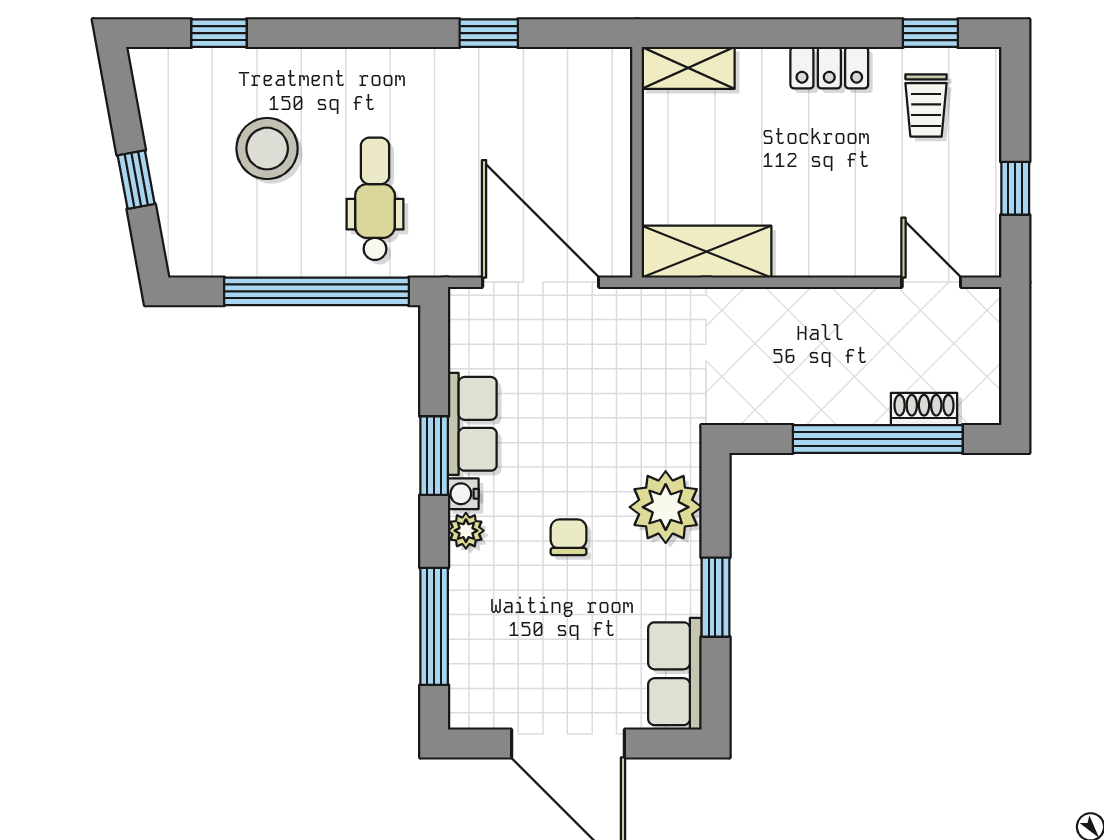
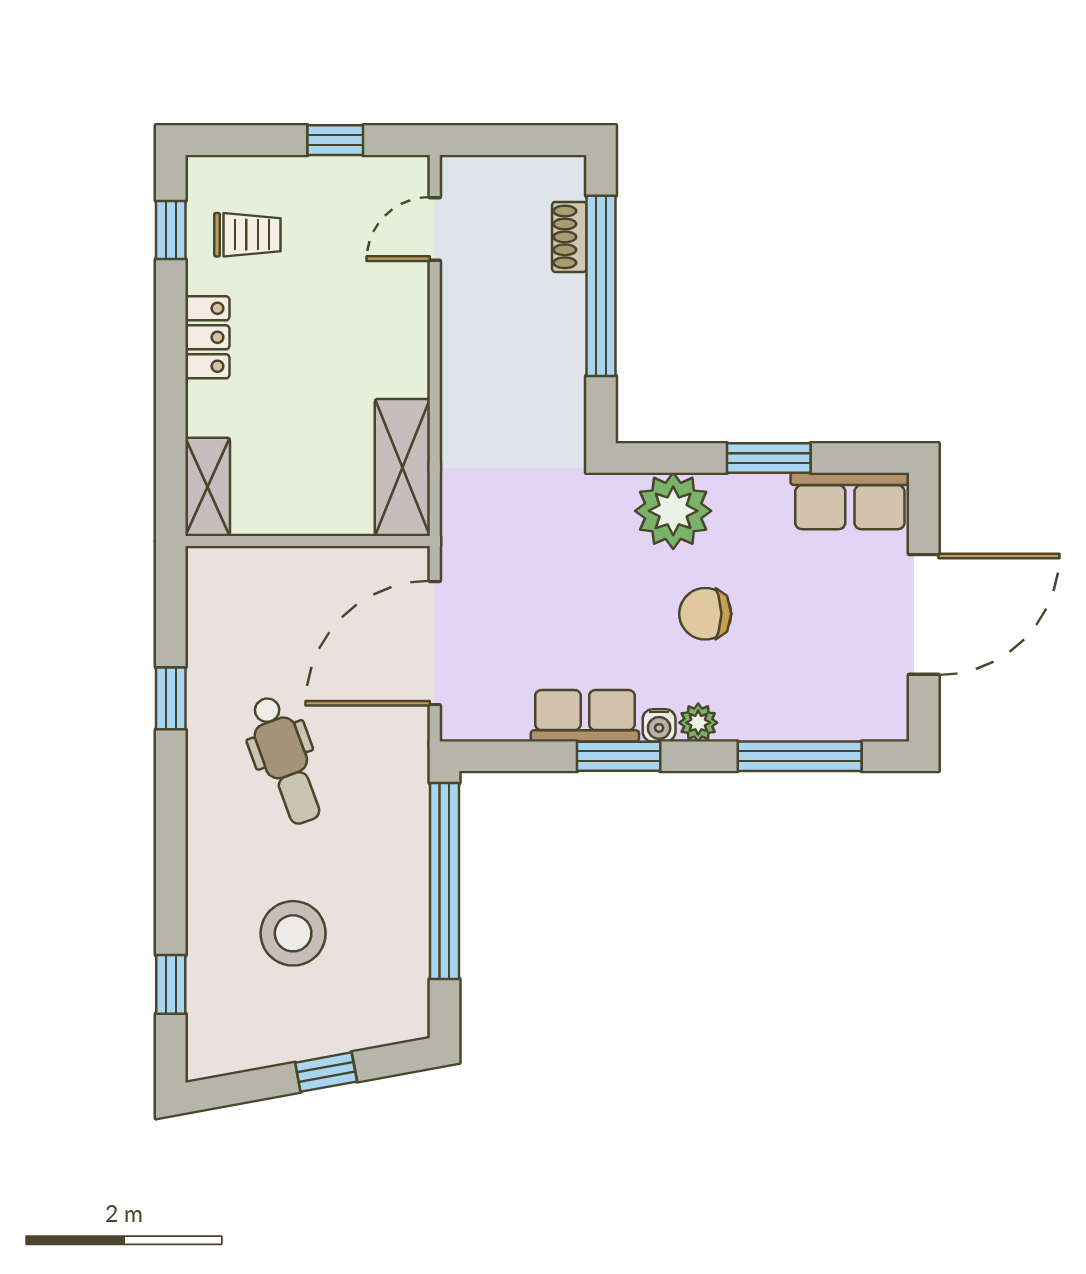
dental chair: (375, 199) -> (285, 760), moved, turned -110
chair: (568, 537) -> (705, 614), width x1.37, depth x1.37

